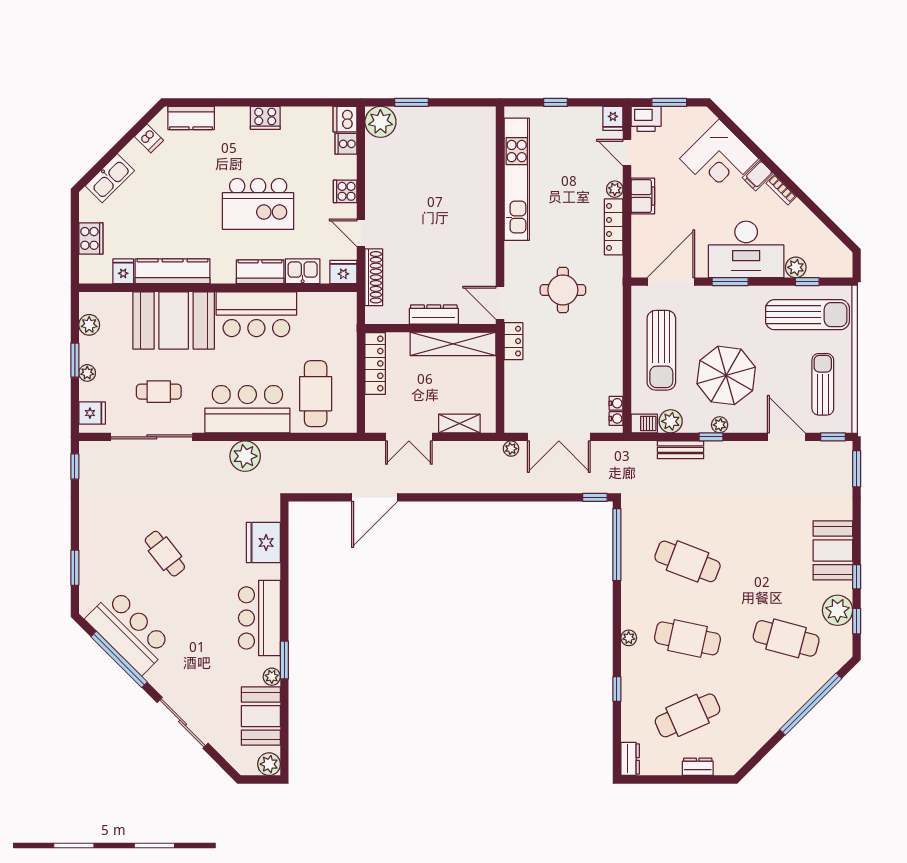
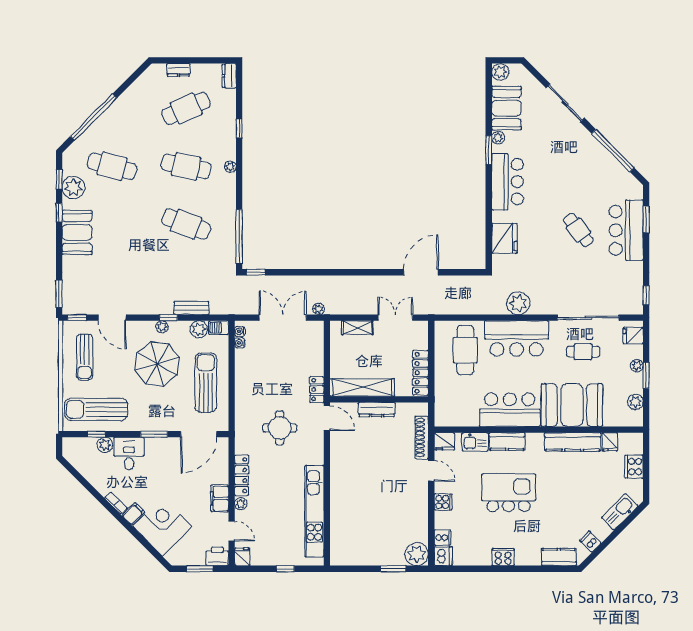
desk: (746, 249) -> (129, 453), width x0.53, depth x0.77
bar counter: (129, 632) -> (626, 230), moved, turned 45

